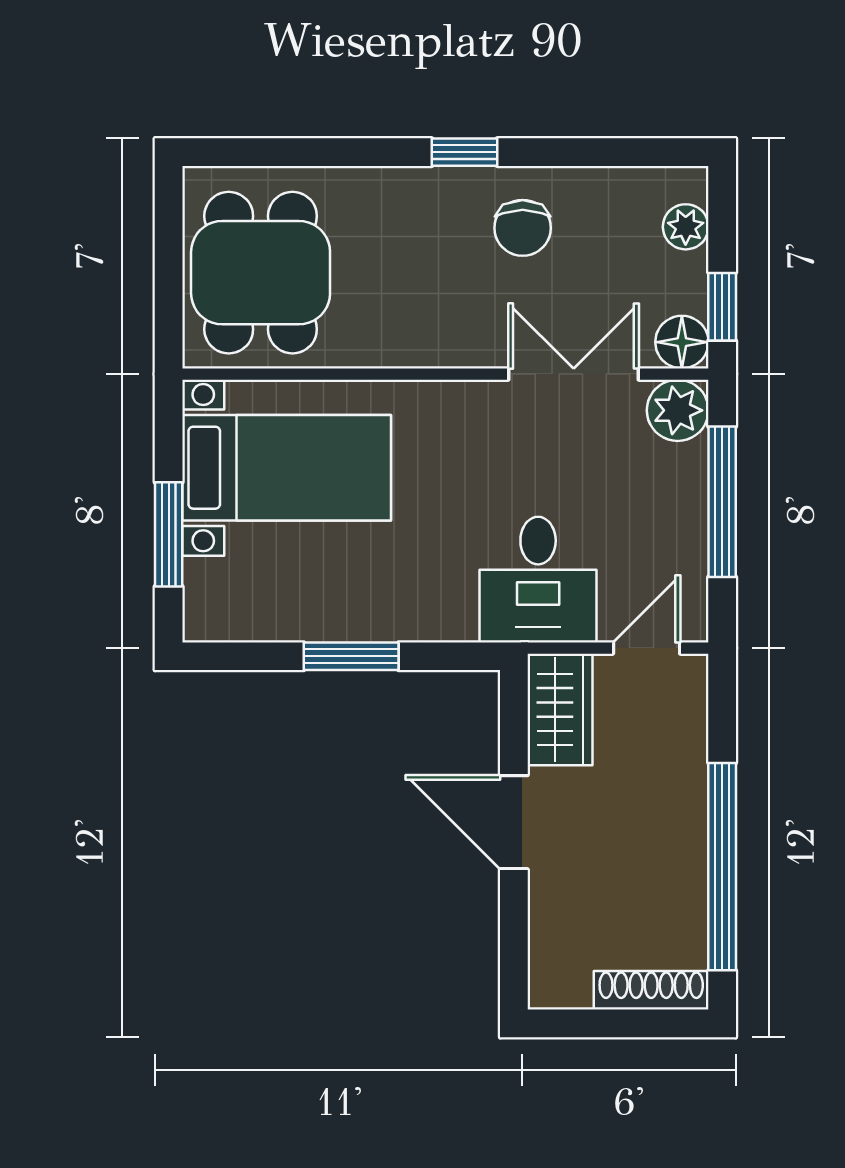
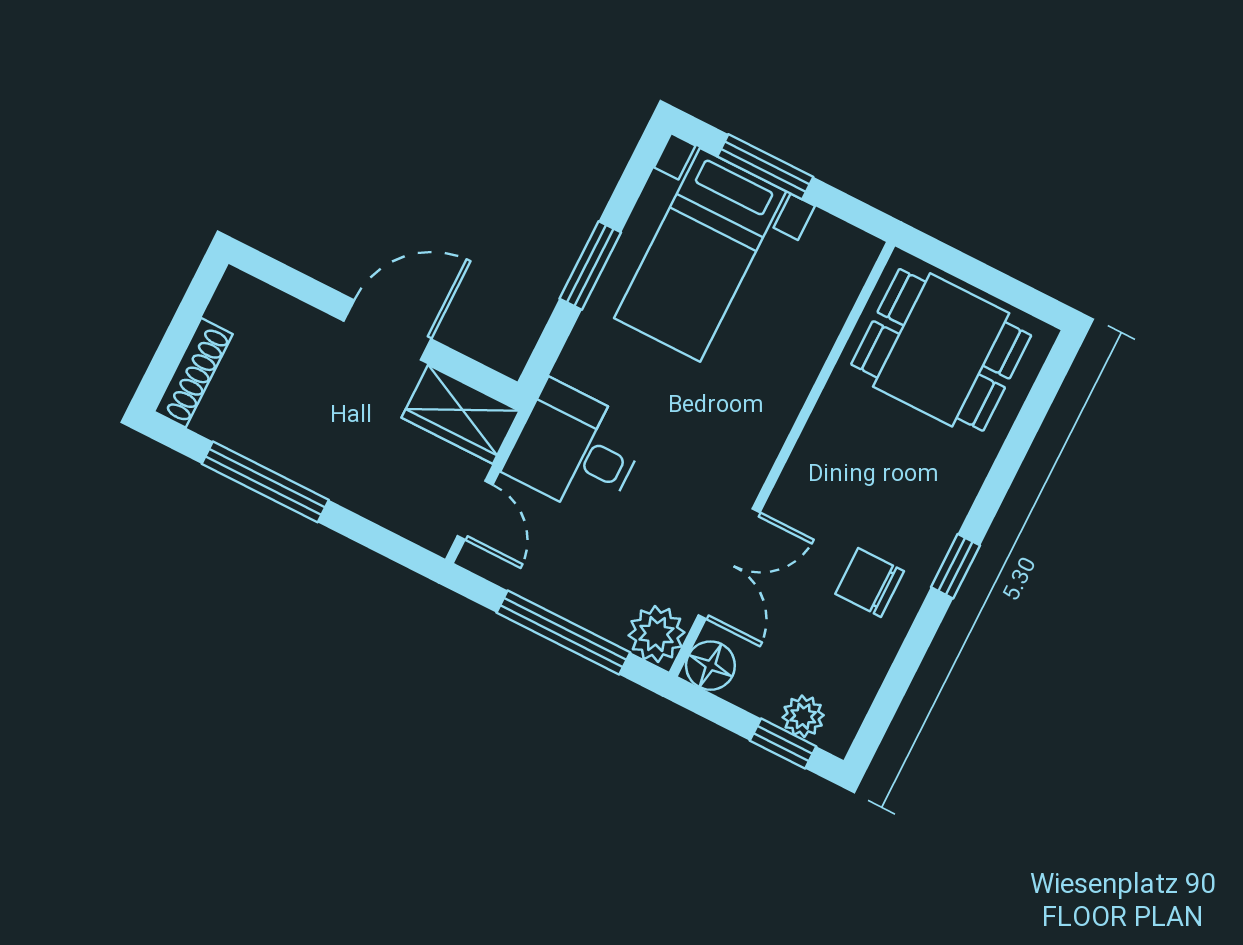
window: (722, 307) -> (783, 743), moved
bed with nightstands: (287, 468) -> (700, 255), moved
window: (722, 867) -> (265, 482), width x0.68

